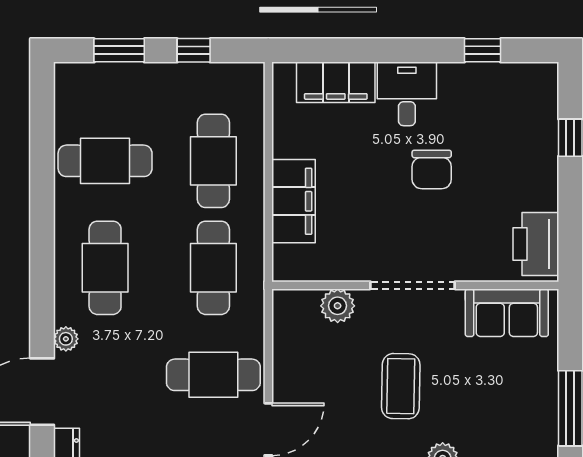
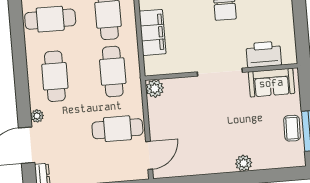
printer: (536, 244) -> (264, 54), moved, turned 90
plant: (338, 306) -> (155, 88), moved
coffee table: (401, 386) -> (292, 128), moved, width x0.73, depth x0.77

